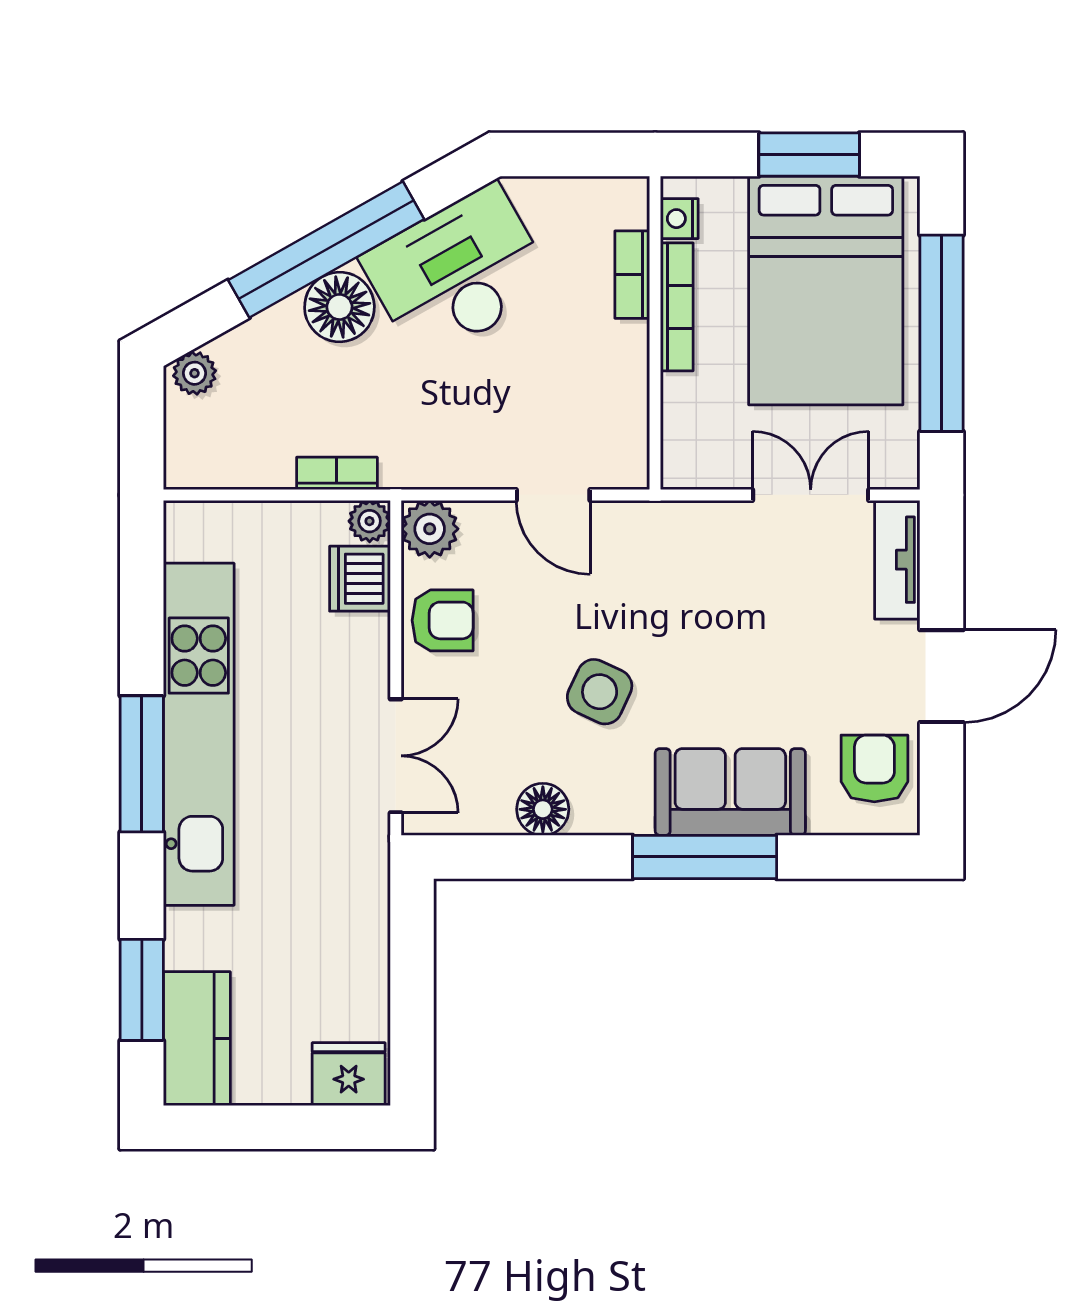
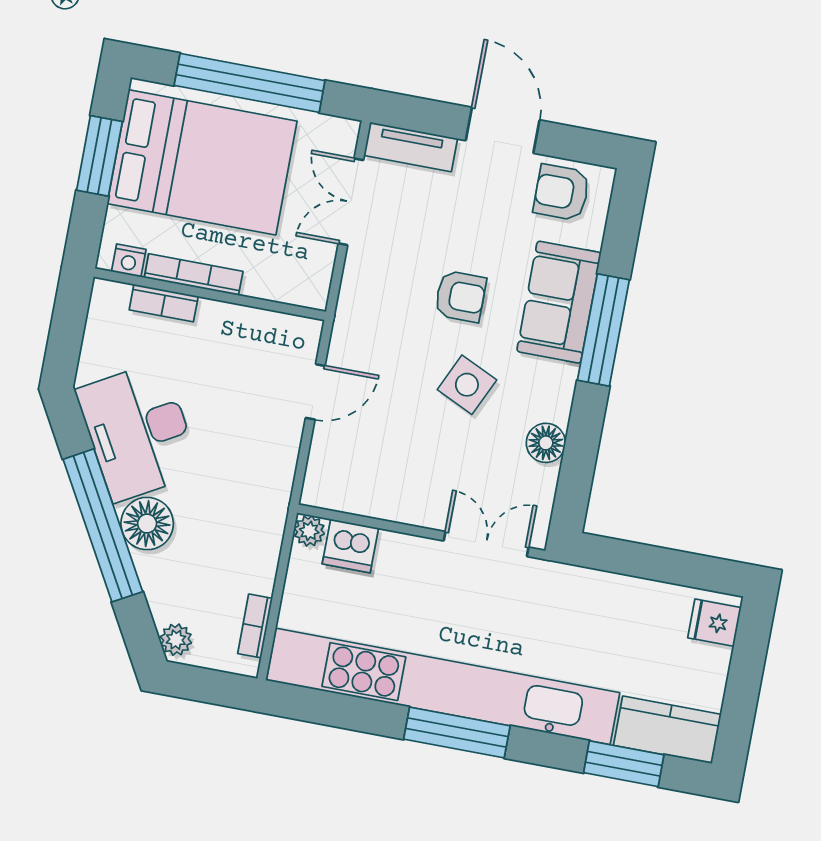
bookcase: (337, 473) -> (255, 626), moved
plant: (430, 529) -> (323, 488), removed
armchair: (443, 620) -> (460, 296), moved, turned 90
kitchen unit: (199, 734) -> (443, 686), width x1.36
fridge: (349, 1074) -> (714, 623), width x0.72

